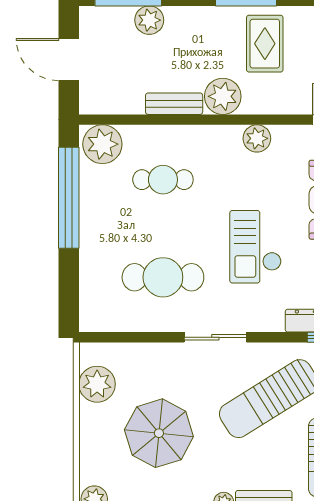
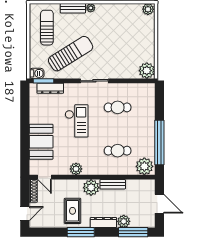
dresser: (195, 17) -> (103, 223), added
cafe table: (163, 277) -> (118, 107), width x0.73, depth x0.74
plant: (97, 384) -> (147, 71), moved
parasol: (159, 433) -> (119, 38), removed

